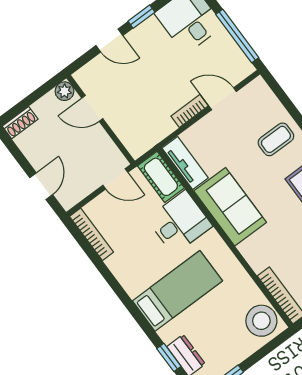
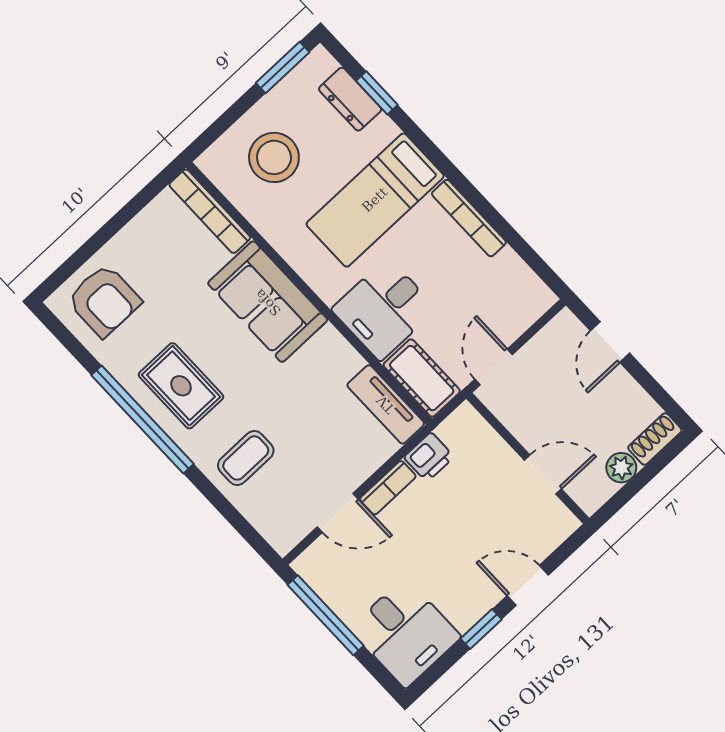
plant: (64, 91) -> (621, 468), moved
printer: (162, 127) -> (429, 457), added
door: (115, 179) -> (494, 367), hinge flipped
sofa: (230, 207) -> (268, 302), moved
bookcase: (91, 234) -> (469, 218), moved
stool: (261, 321) -> (274, 157), moved

